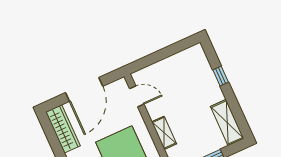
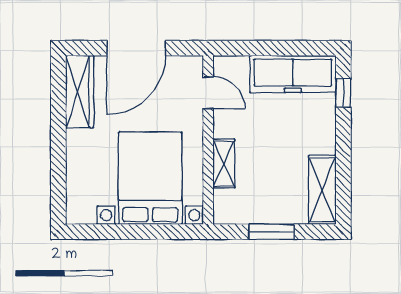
freezer: (180, 64) -> (293, 74), added
window: (221, 76) -> (343, 93), moved

